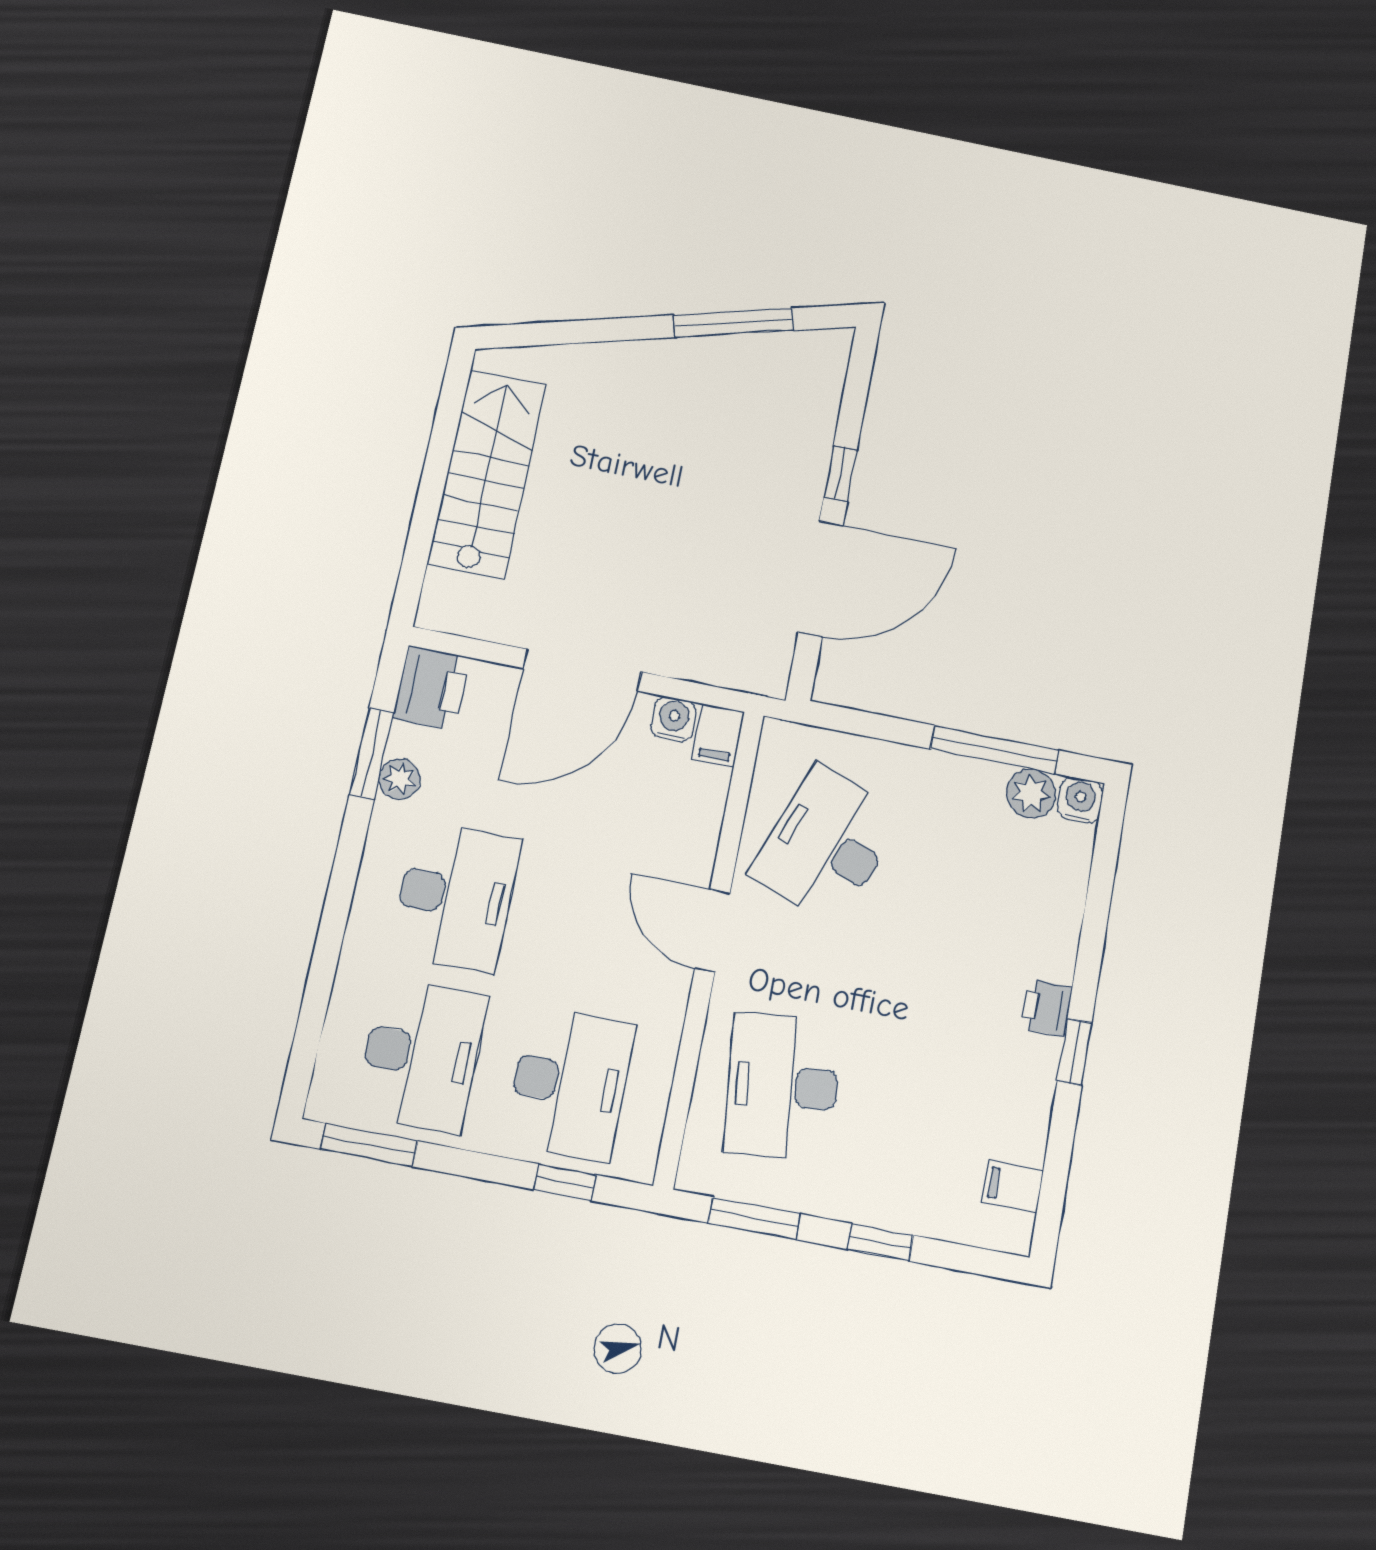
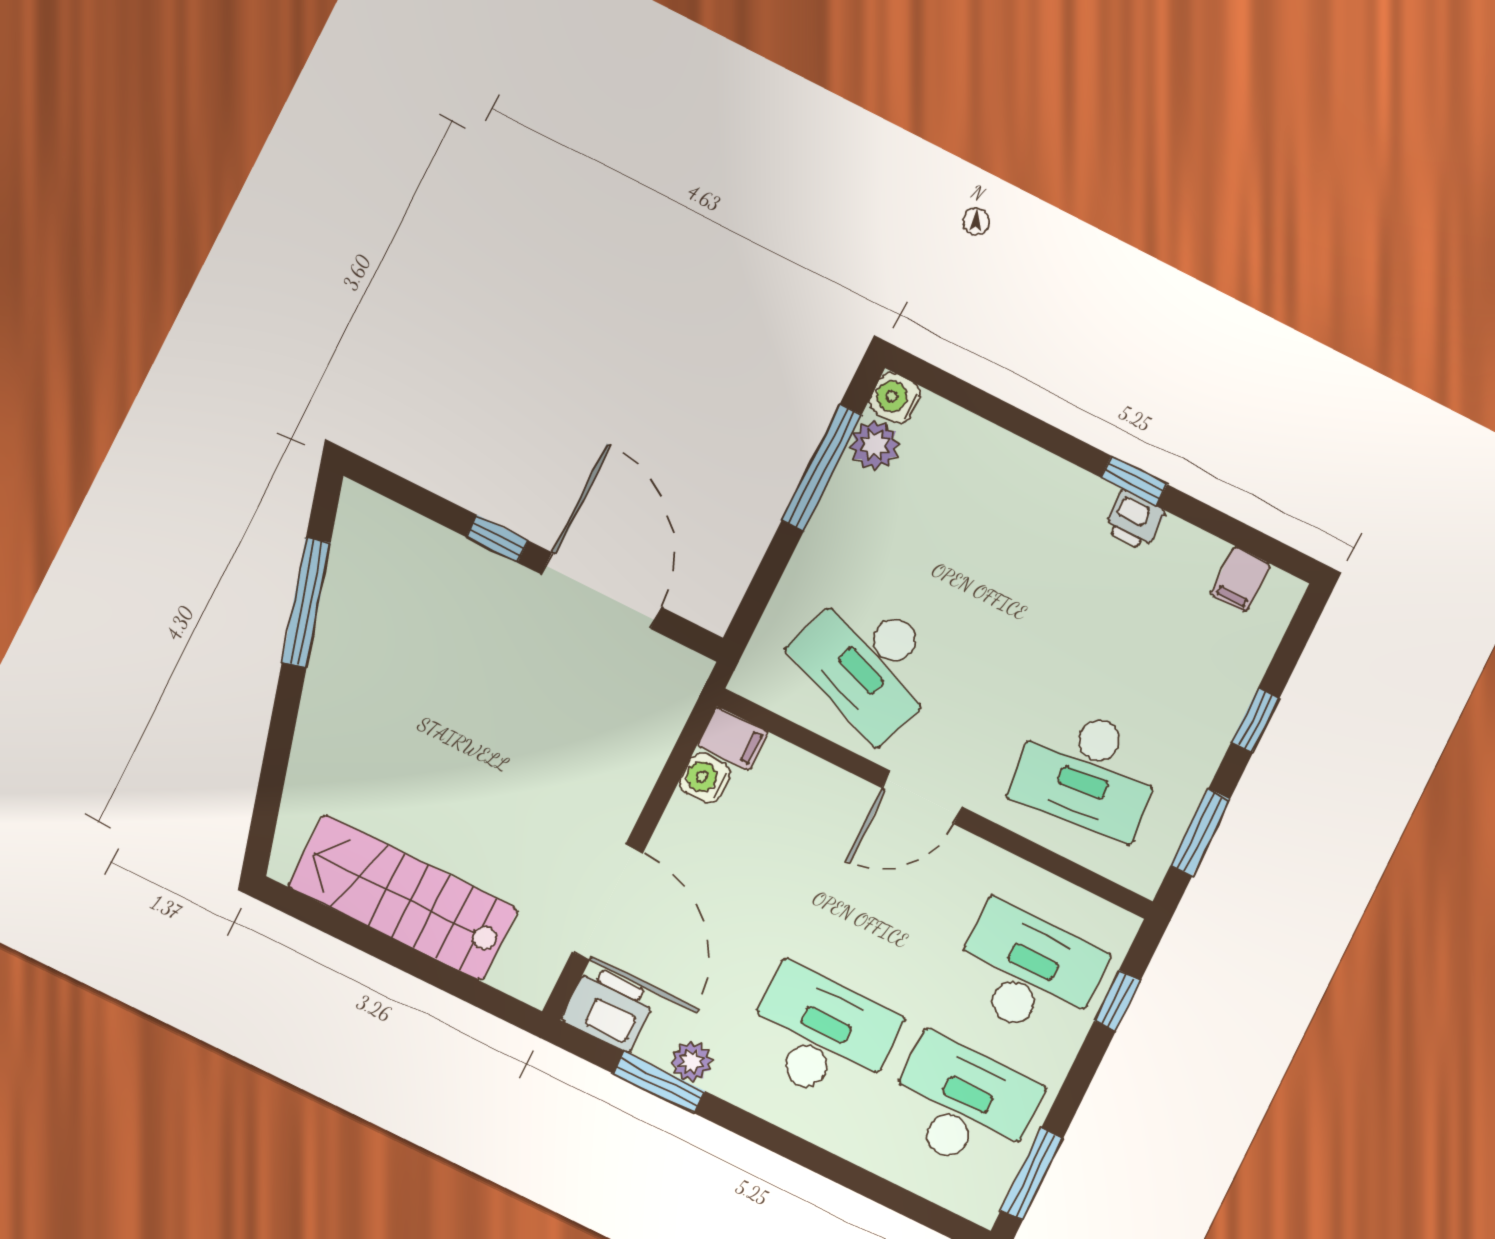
door: (582, 670) -> (608, 902), moved
printer: (1046, 1008) -> (1134, 520), moved

